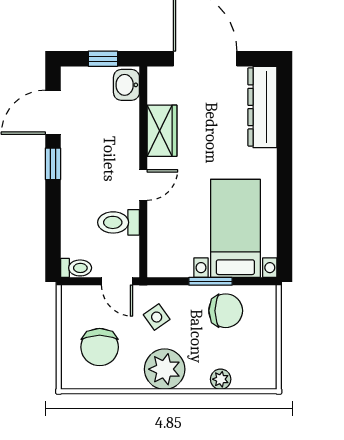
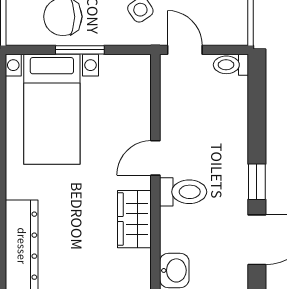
toilet: (119, 222) -> (183, 192), moved

